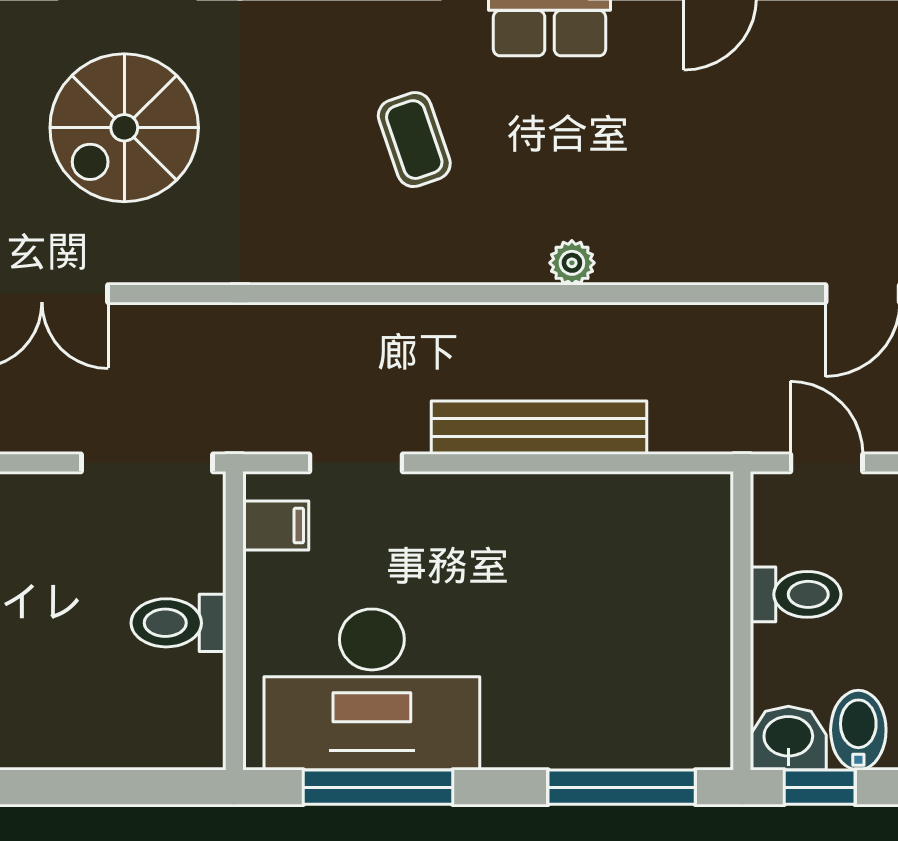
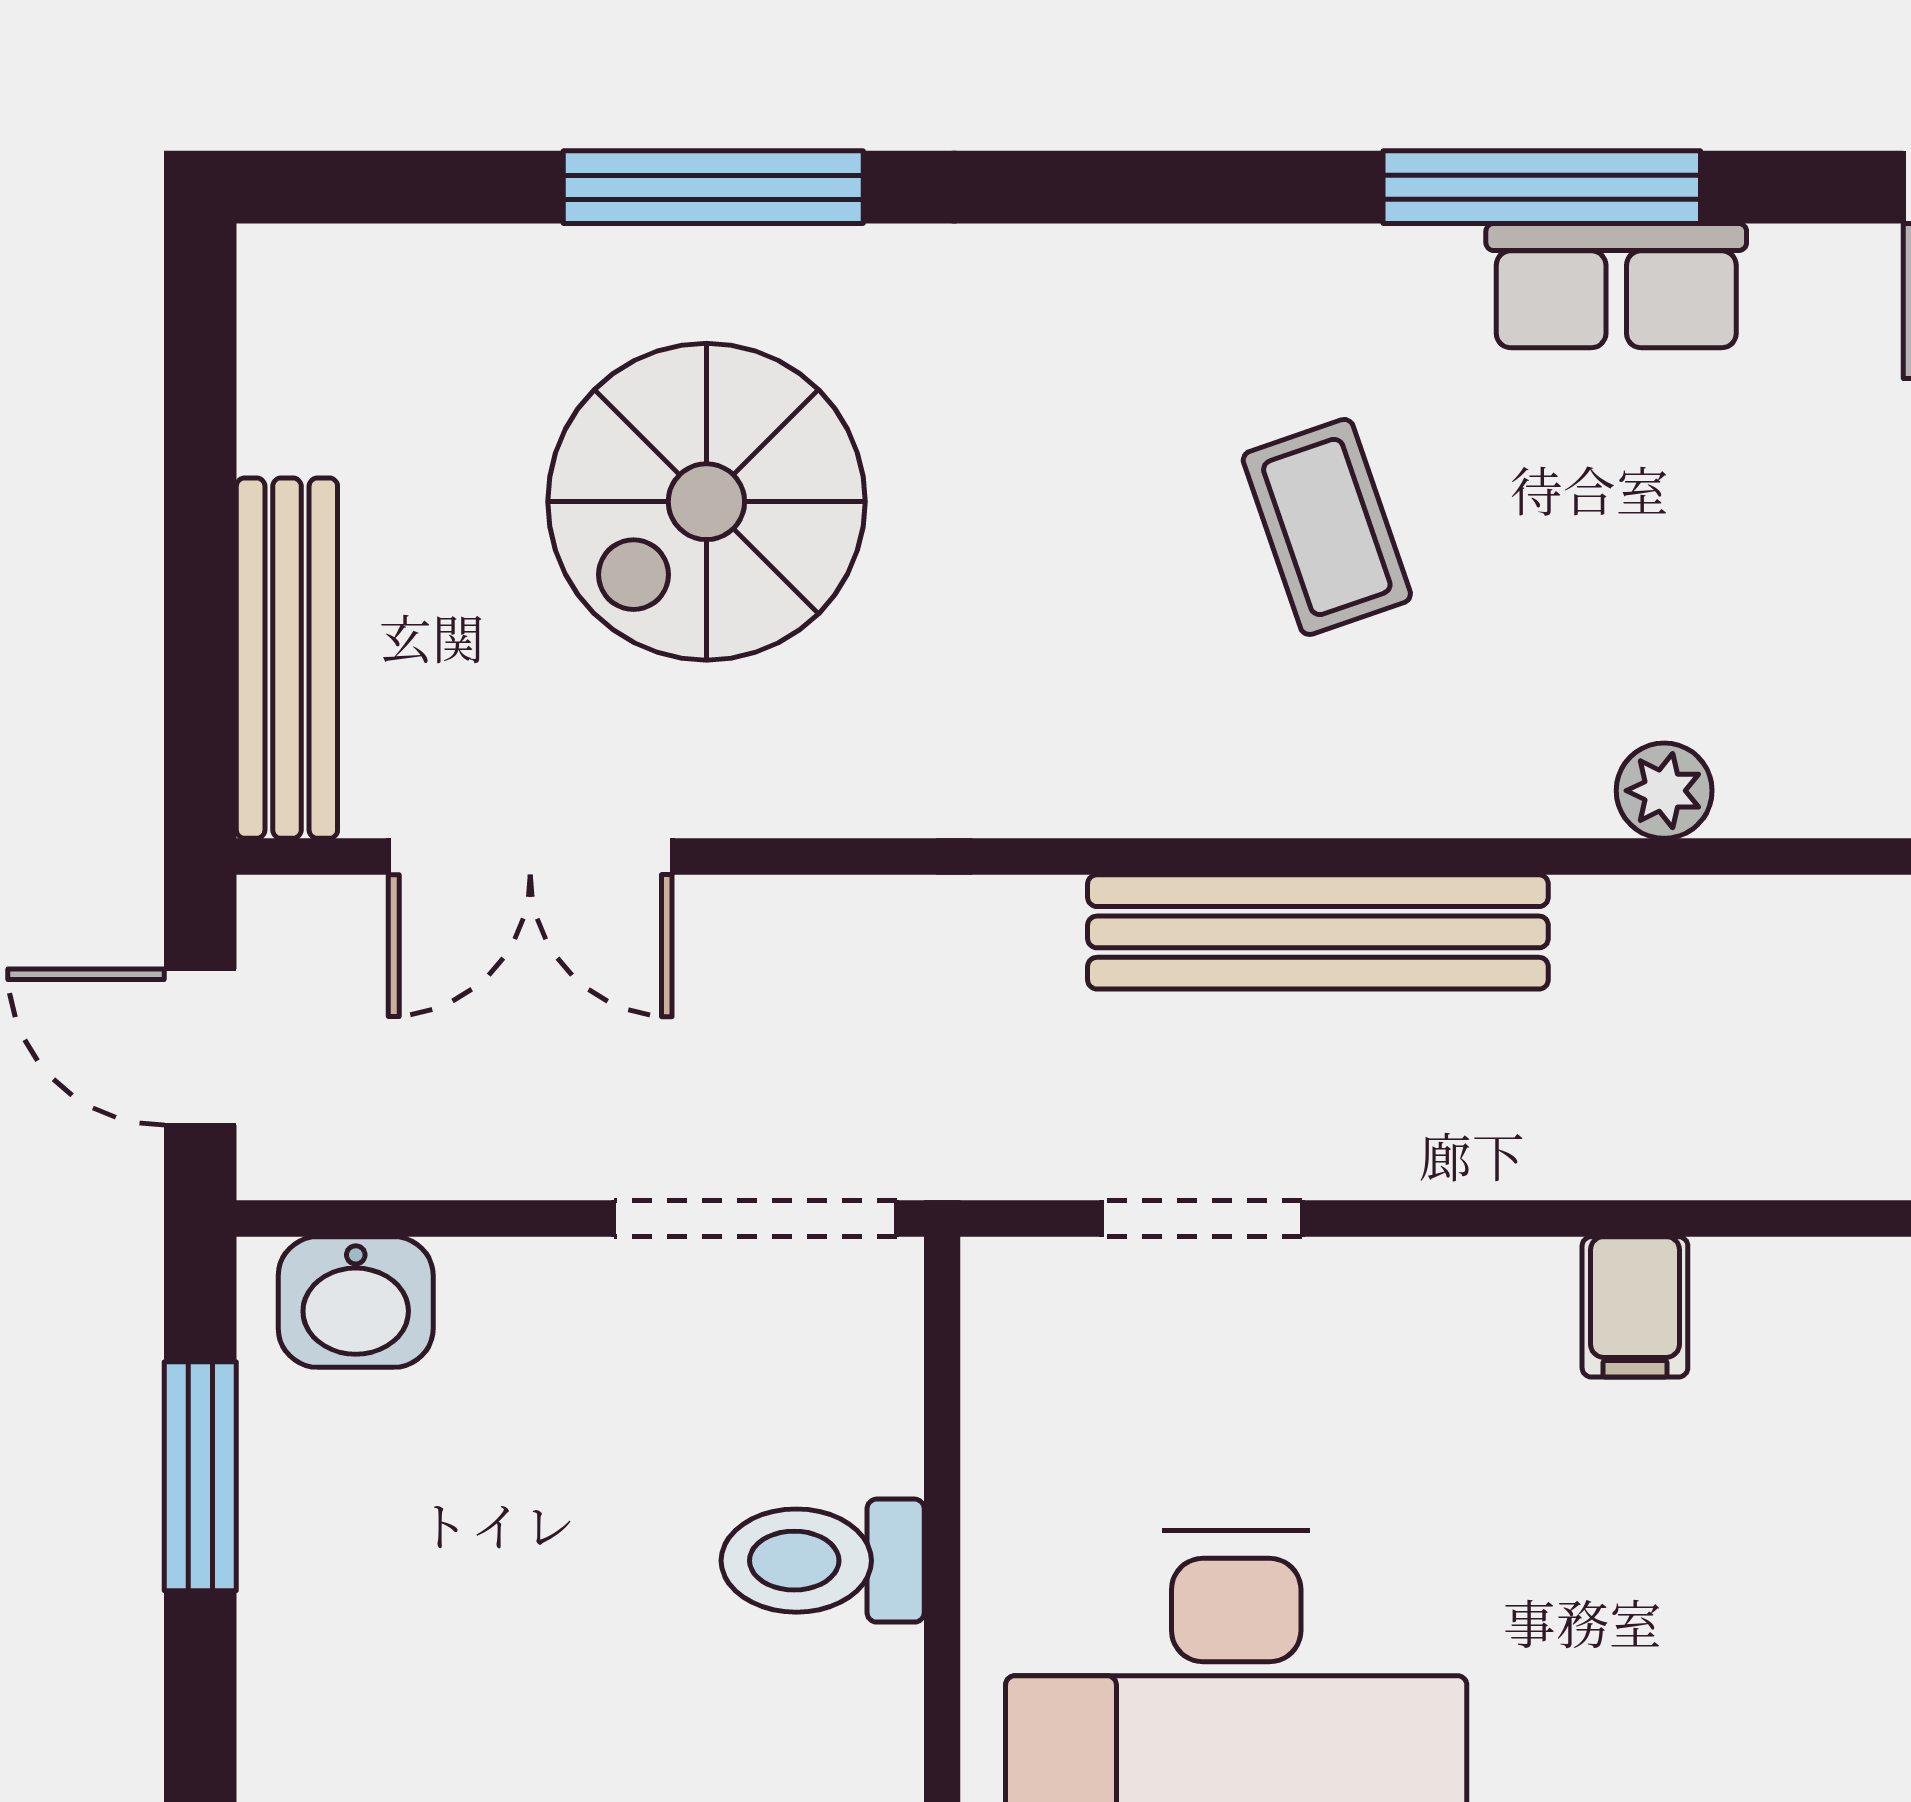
bench: (539, 428) -> (1318, 932), moved
filing cabinet: (276, 526) -> (1635, 1307), moved, turned 90

